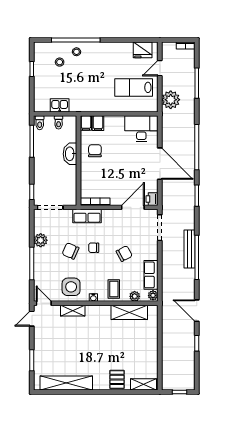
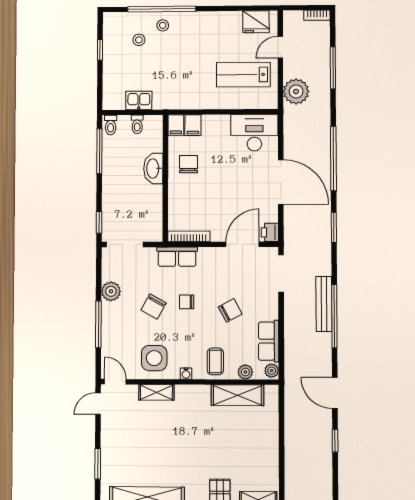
chair: (70, 251) -> (154, 307), turned -85

